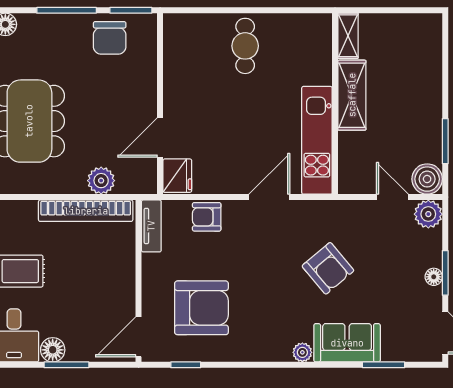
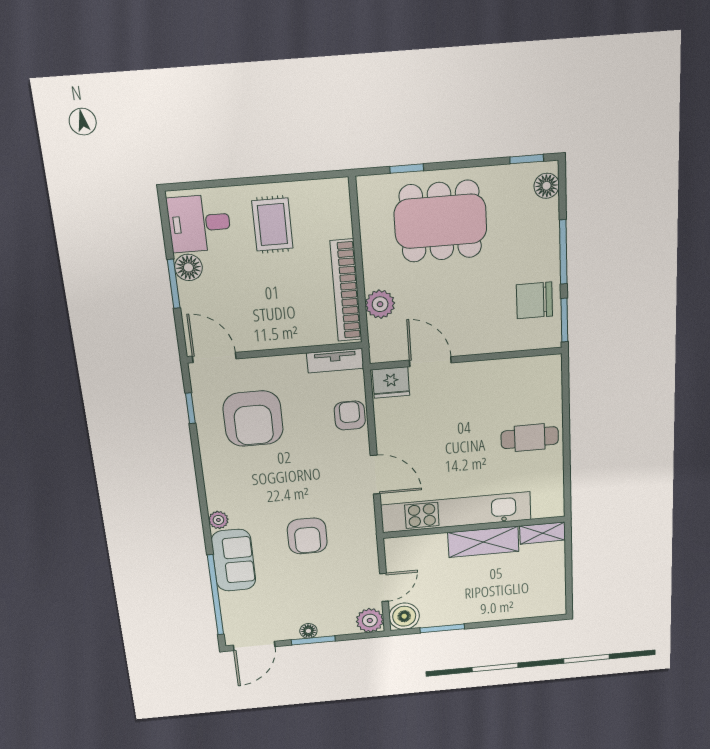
kitchen unit: (317, 140) -> (456, 512), width x1.36
armchair: (328, 268) -> (307, 536), turned -50
window: (384, 365) -> (215, 595), width x2.11

